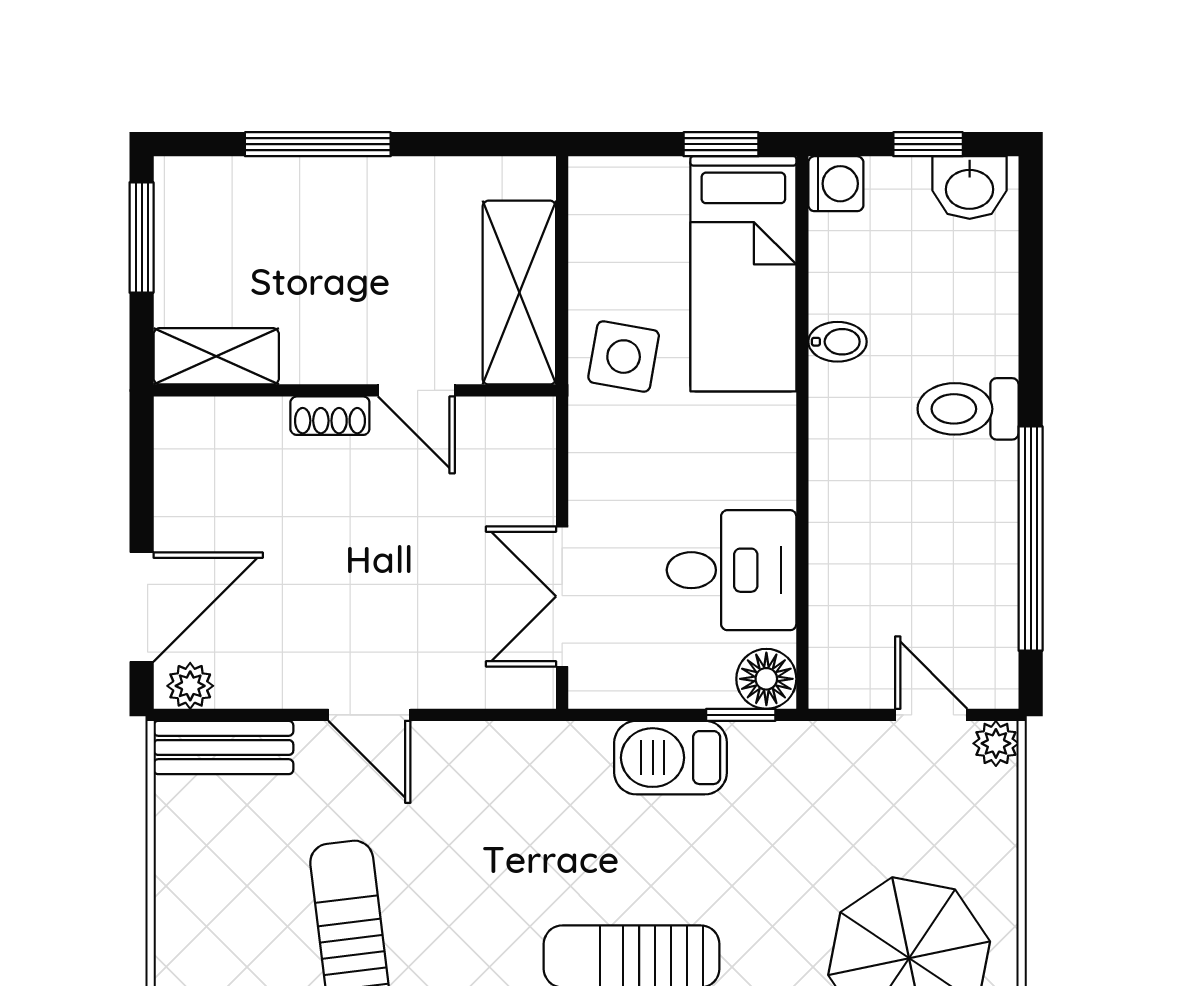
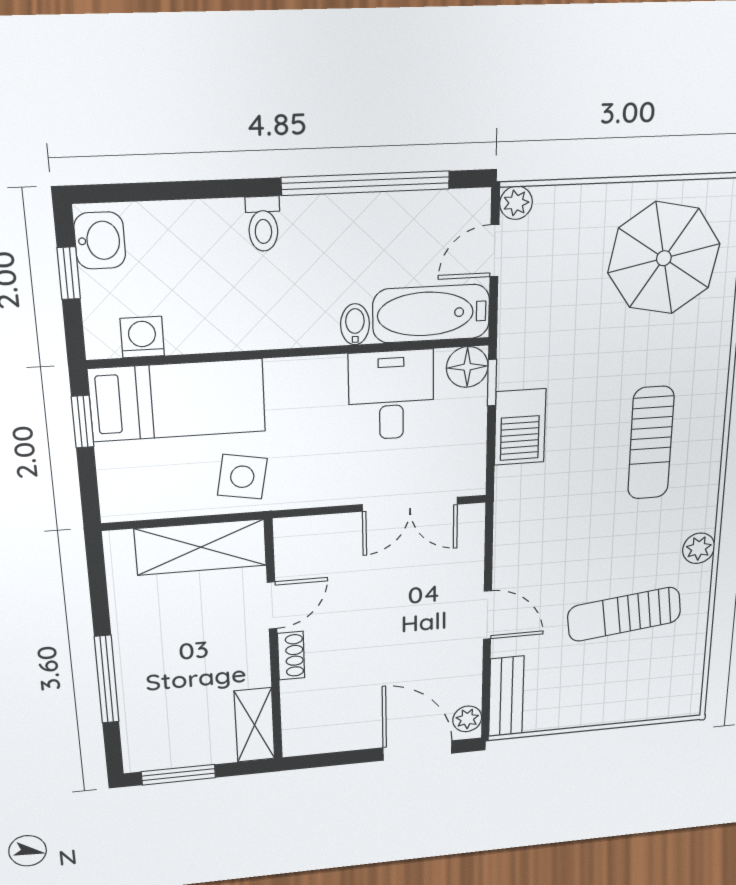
washing machine: (836, 184) -> (142, 337), moved
bidet: (838, 342) -> (355, 324), moved
toilet: (968, 409) -> (263, 224), width x0.73, depth x0.72
bathtub: (847, 627) -> (431, 314), added
door: (369, 715) -> (487, 615), hinge flipped

